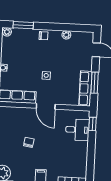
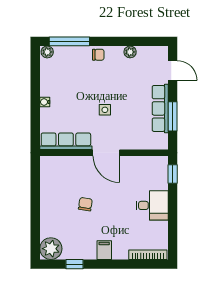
window: (23, 25) -> (69, 41), width x1.44
row of seats: (85, 89) -> (160, 108), moved
desk: (77, 130) -> (152, 205), moved

